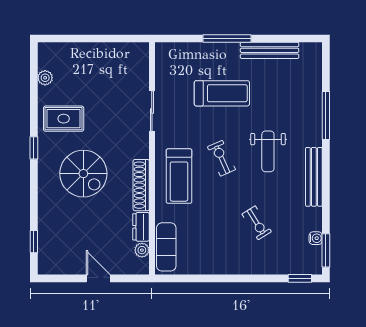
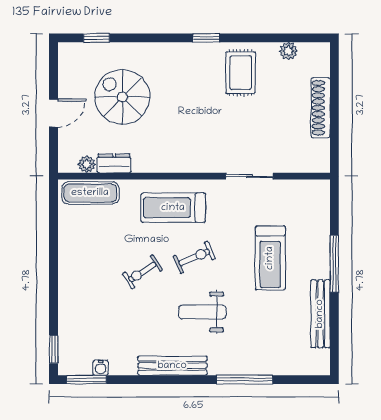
spiral stairs: (83, 174) -> (122, 97), moved, turned 90
shoe rack: (141, 185) -> (321, 108), moved, turned -90
exercise bike: (257, 223) -> (142, 272), moved

